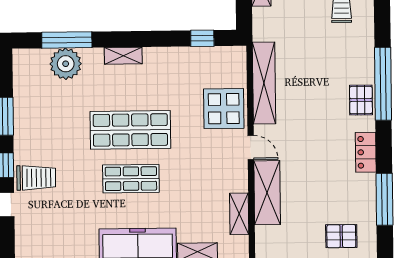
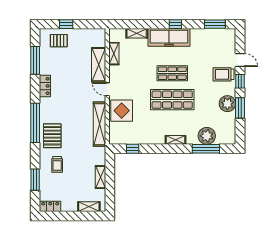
pallet: (361, 100) -> (52, 136), moved, width x1.50, depth x1.42
plant: (28, 124) -> (227, 104), added

